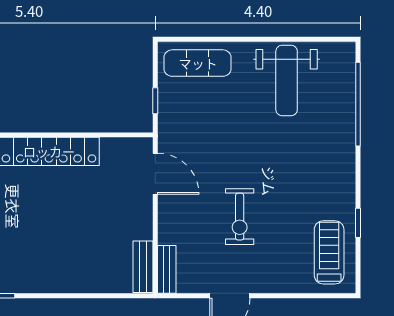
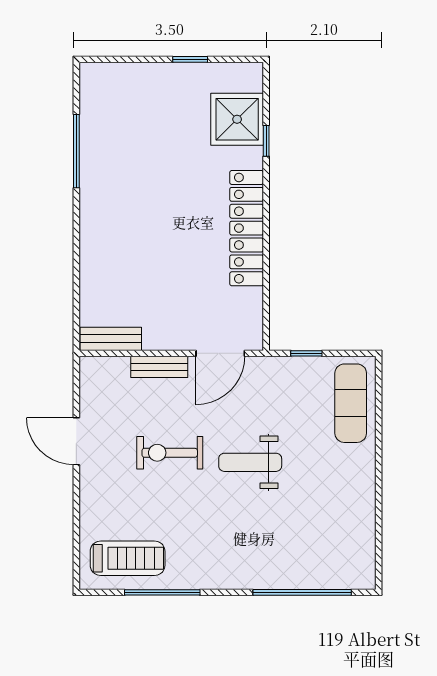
weight bench: (287, 80) -> (250, 462), moved, width x0.73, depth x0.75
window: (358, 223) -> (162, 592), width x2.17
bench: (167, 269) -> (159, 367), moved

